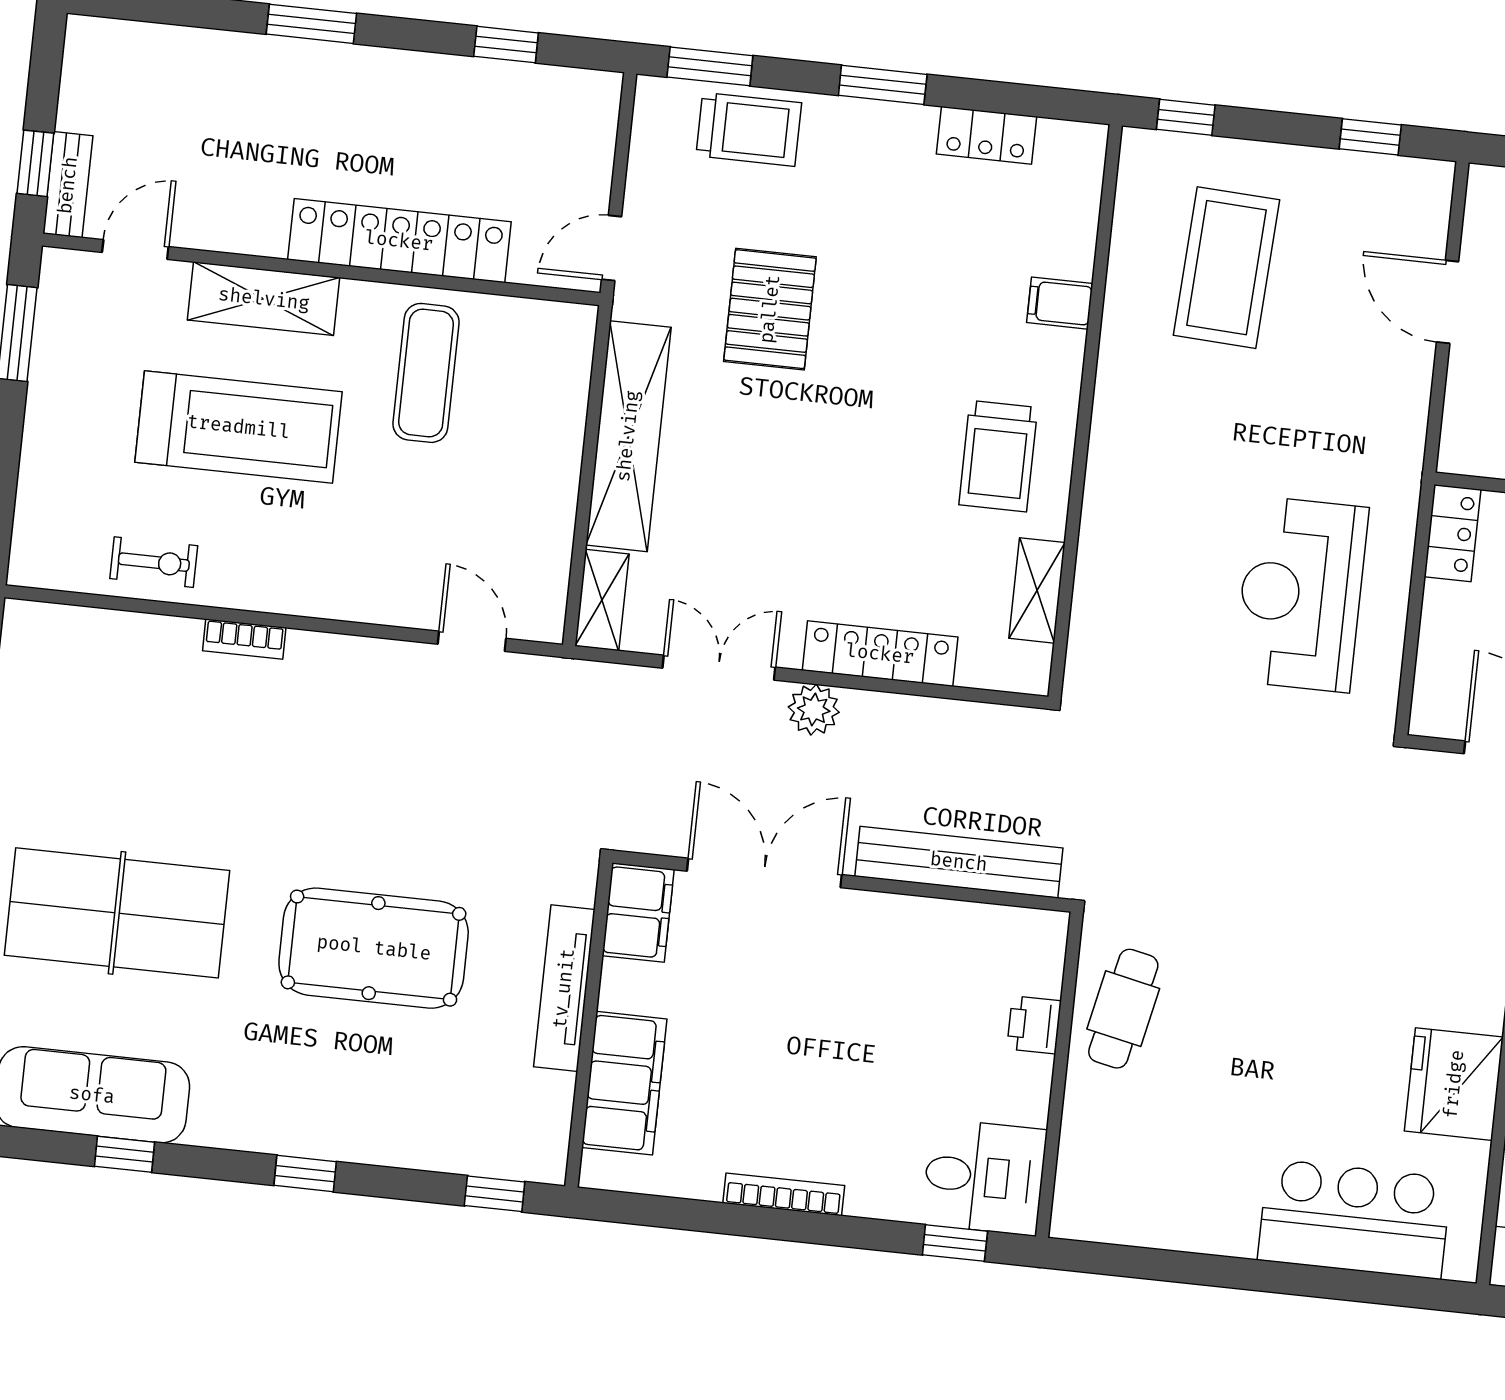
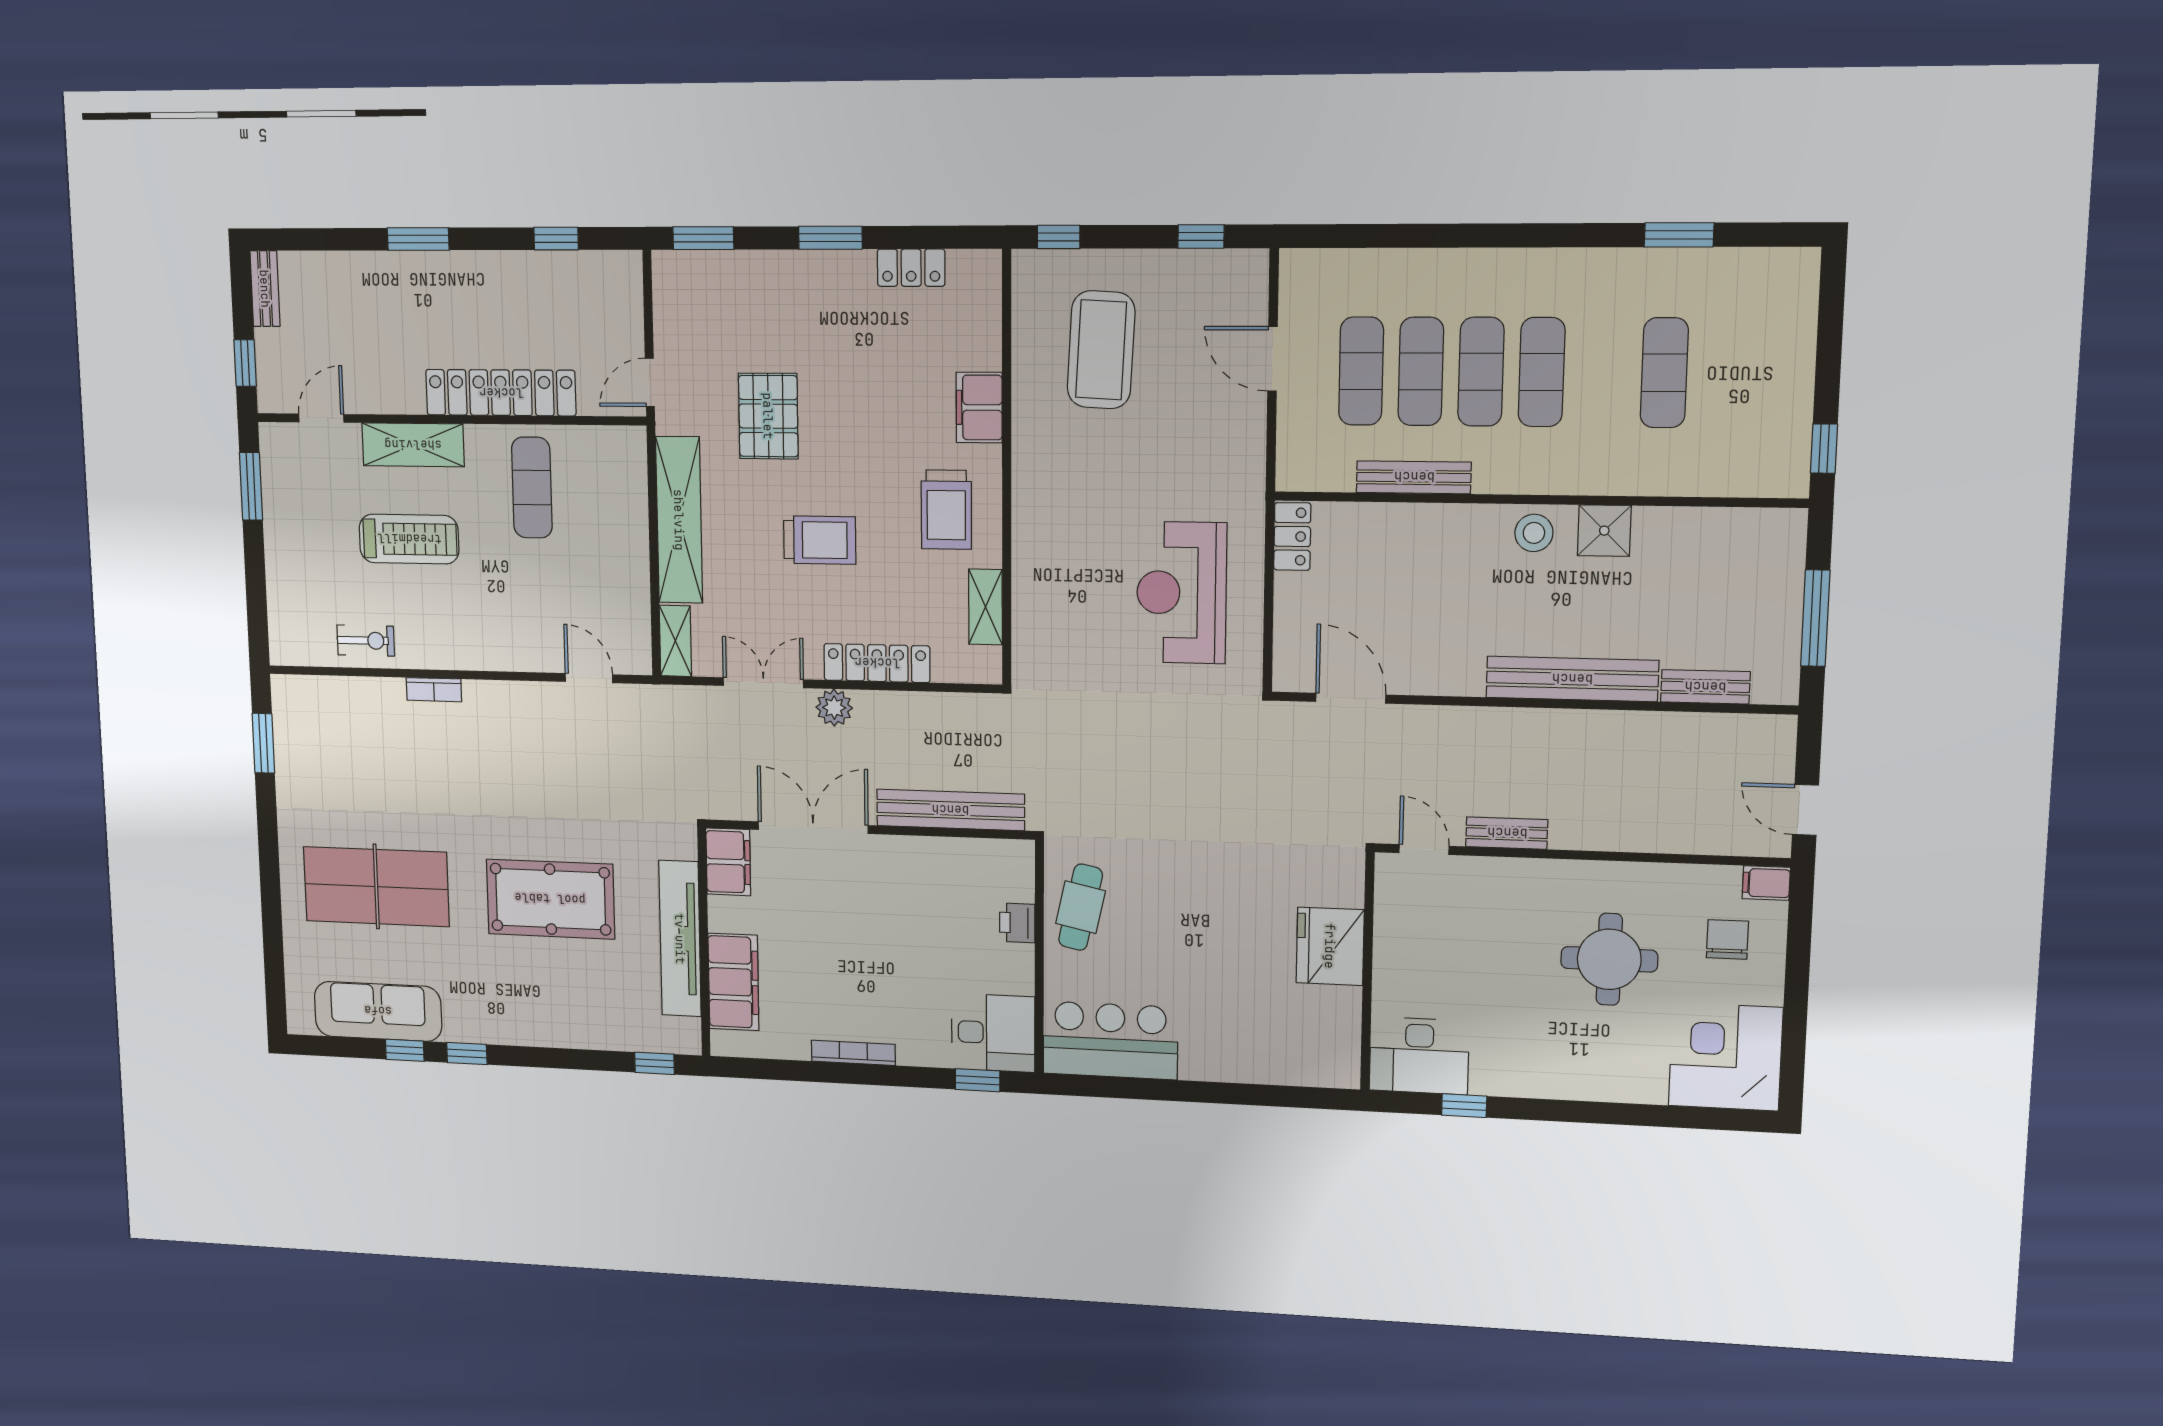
trolley: (749, 129) -> (820, 540), moved
bench: (68, 185) -> (265, 289), moved
filing cabinet: (1060, 303) -> (979, 407), width x2.00
treadmill: (239, 427) -> (409, 539), width x0.73, depth x0.73
tv unit: (564, 988) -> (680, 939), width x1.36, depth x1.29
window: (305, 1174) -> (467, 1053), moved
bar counter: (1354, 1219) -> (1110, 1040), moved

